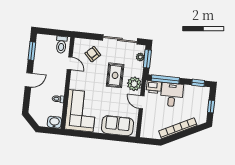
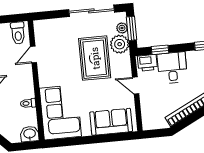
armchair: (93, 54) -> (61, 37), removed
door: (70, 63) -> (33, 55), swing flipped
rug: (115, 75) -> (95, 58), width x1.36, depth x1.43
window: (165, 79) -> (160, 50), width x0.46
plant: (134, 84) -> (120, 44), moved

